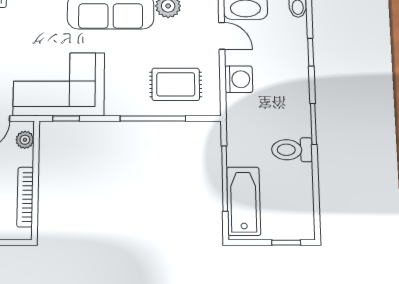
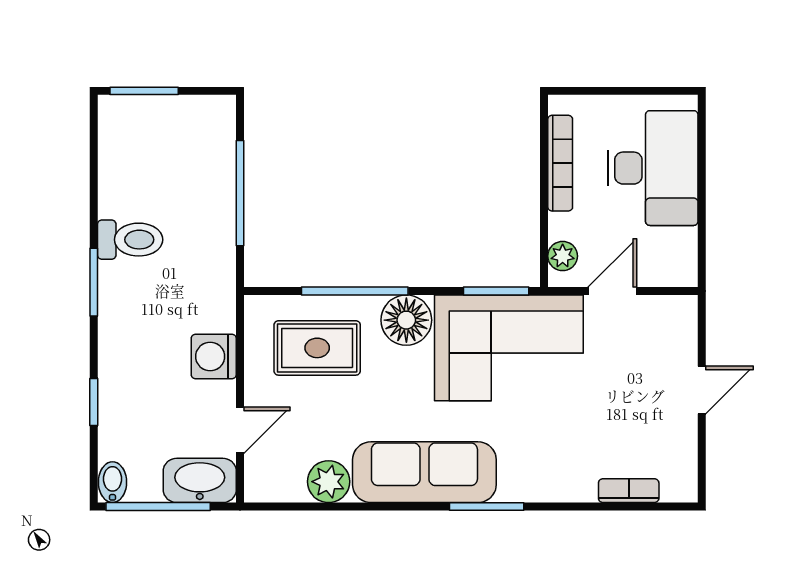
door: (222, 36) -> (240, 430), swing flipped
floor lamp: (121, 101) -> (406, 320), added
window: (66, 118) -> (496, 291), width x1.50
bathtub: (244, 201) -> (210, 157), removed
window: (286, 243) -> (144, 91), width x1.50

